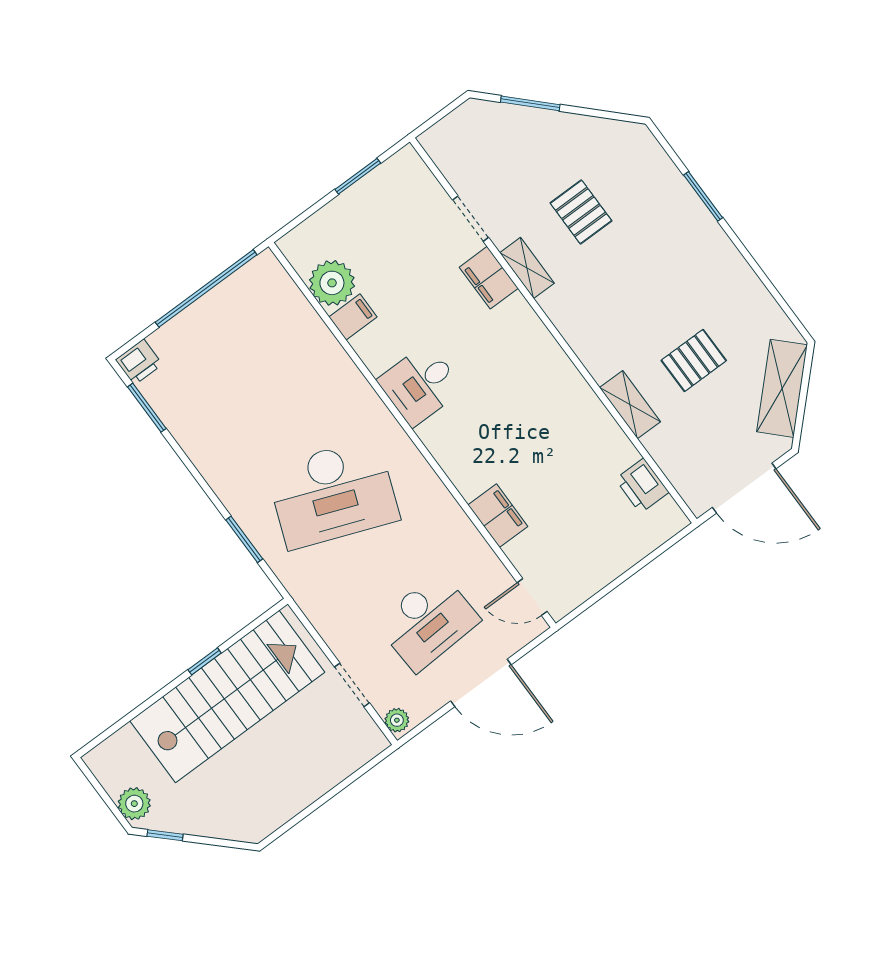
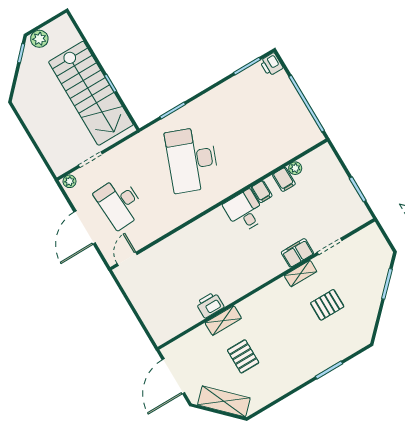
plant: (332, 283) -> (295, 168), width x0.53, depth x0.53
printer: (642, 486) -> (210, 305), moved
filing cabinet: (498, 516) -> (262, 192), moved, width x0.50

